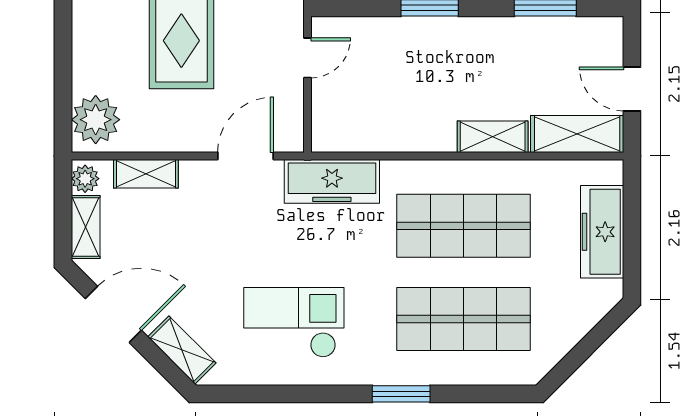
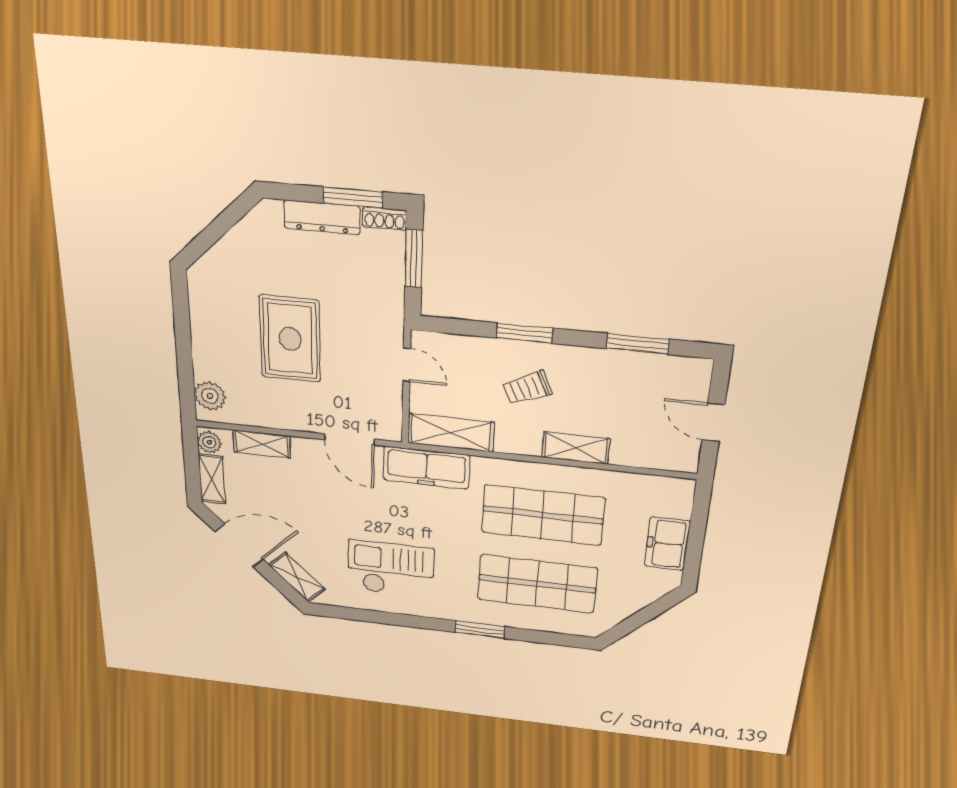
door: (308, 58) -> (407, 365), hinge flipped
trolley: (436, 71) -> (527, 388), added
plant: (96, 120) -> (210, 396), width x0.73, depth x0.73
shelving: (577, 134) -> (451, 433), moved
door: (246, 156) -> (349, 439), swing flipped
freezer: (602, 232) -> (667, 544), width x0.71

